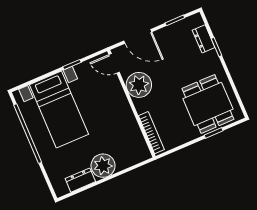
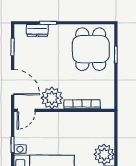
door: (138, 36) -> (13, 82), hinge flipped
dining table: (208, 104) -> (91, 49), turned 90
bookcase: (151, 133) -> (82, 104), moved

